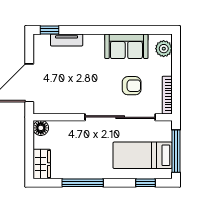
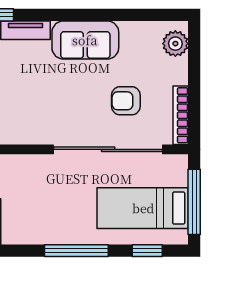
sofa: (126, 46) -> (85, 40), moved
armchair: (132, 86) -> (126, 101), turned 180
window: (83, 183) -> (76, 251), moved

